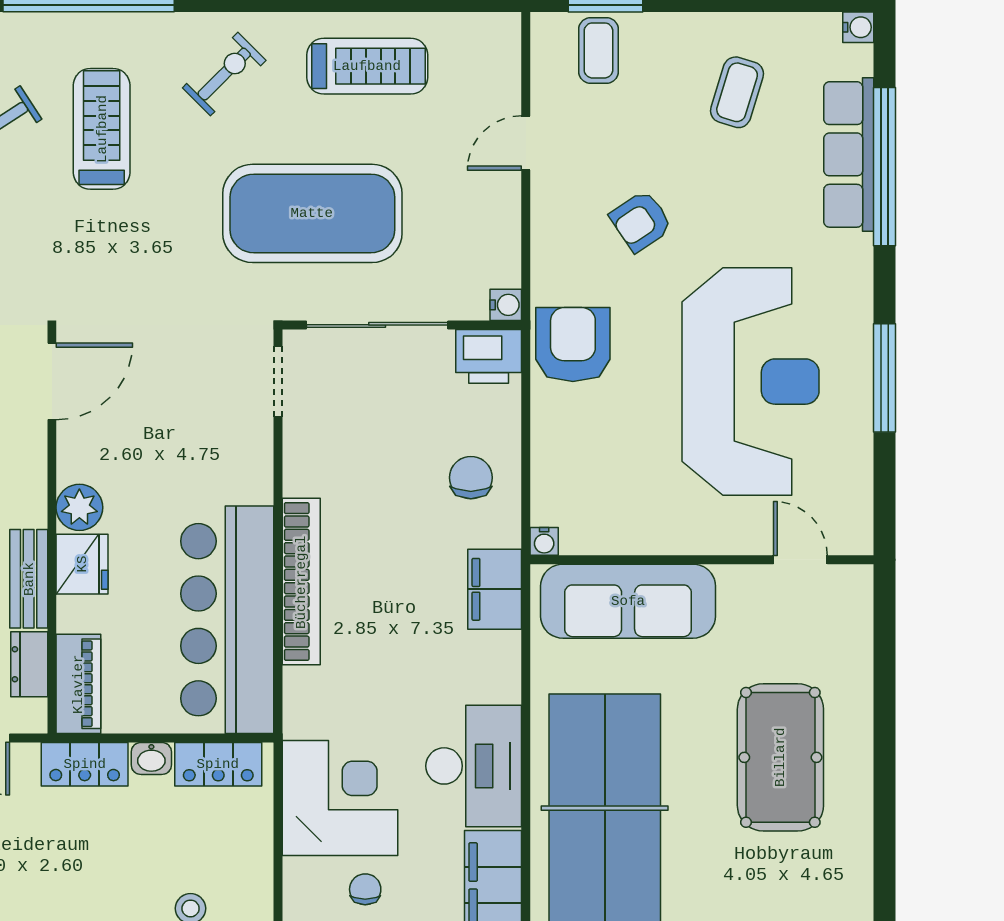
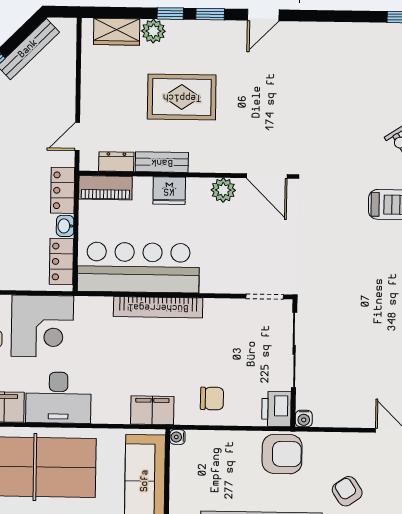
exercise mat: (312, 213) -> (354, 316), removed
plant: (79, 507) -> (223, 190), moved

